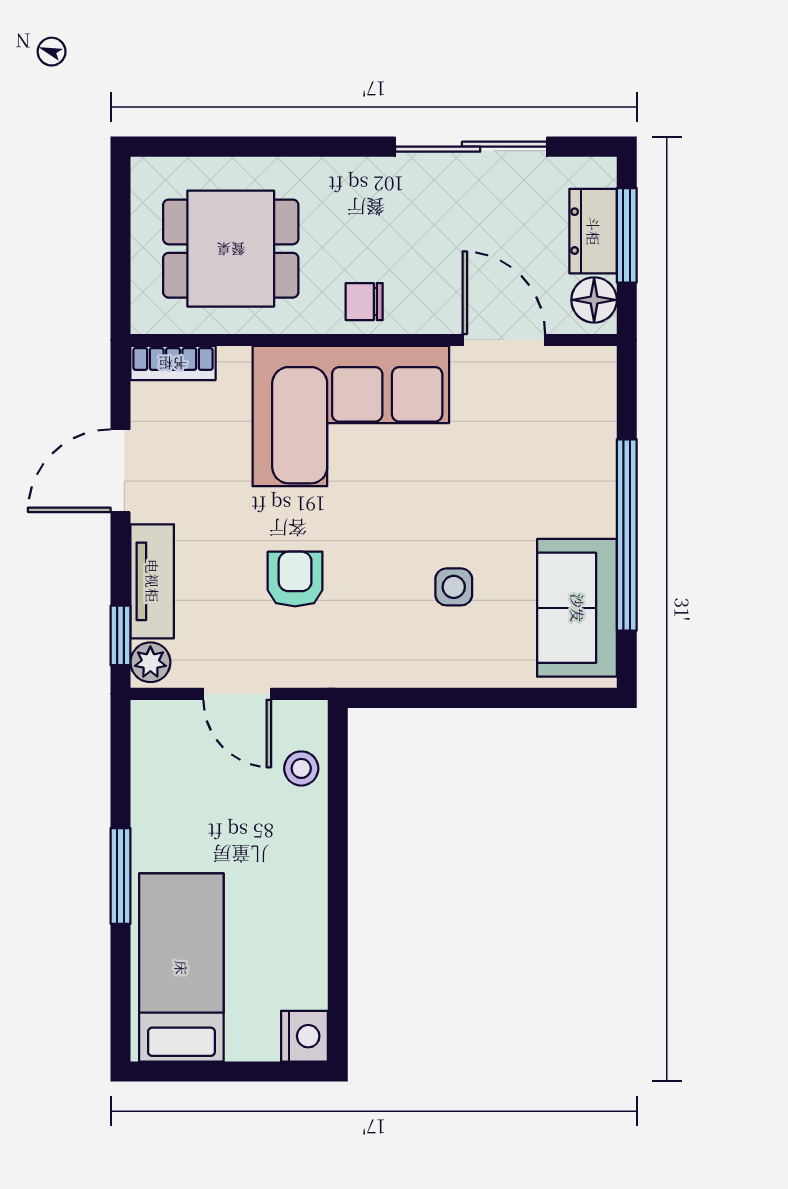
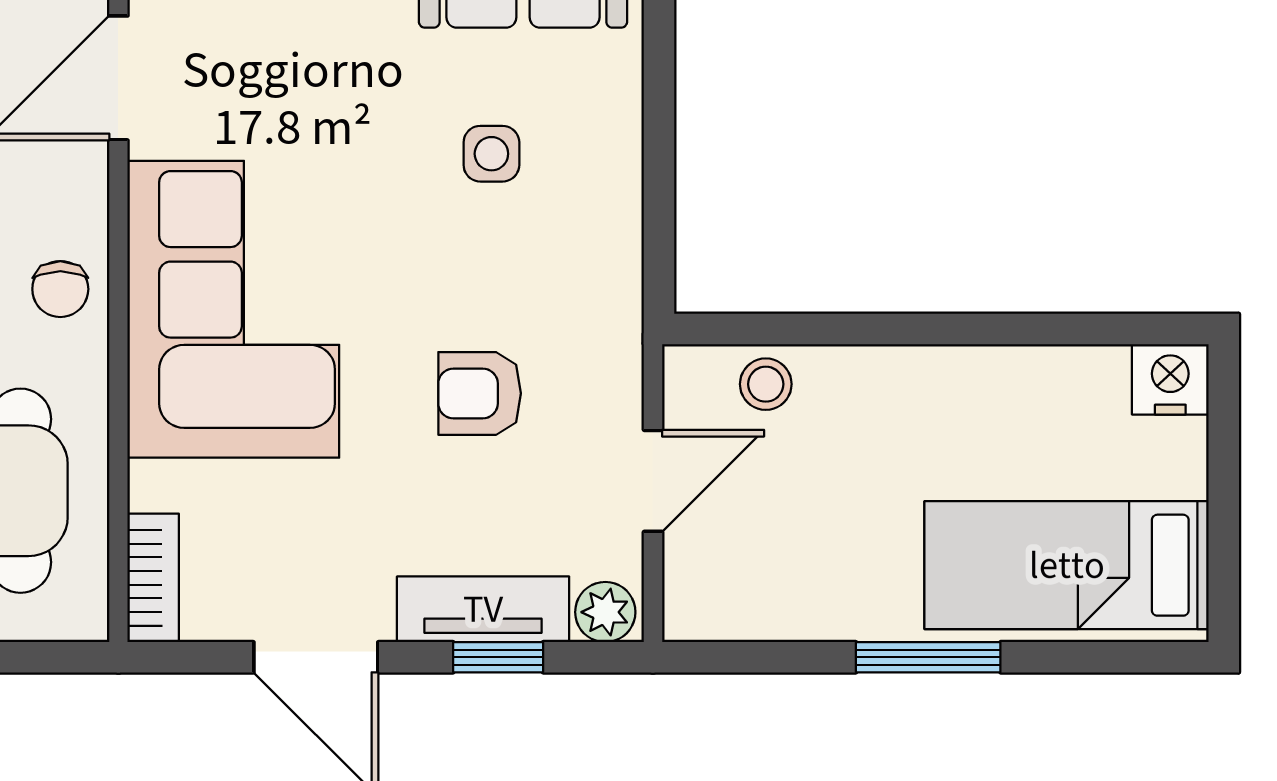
window: (121, 635) -> (498, 657), moved

